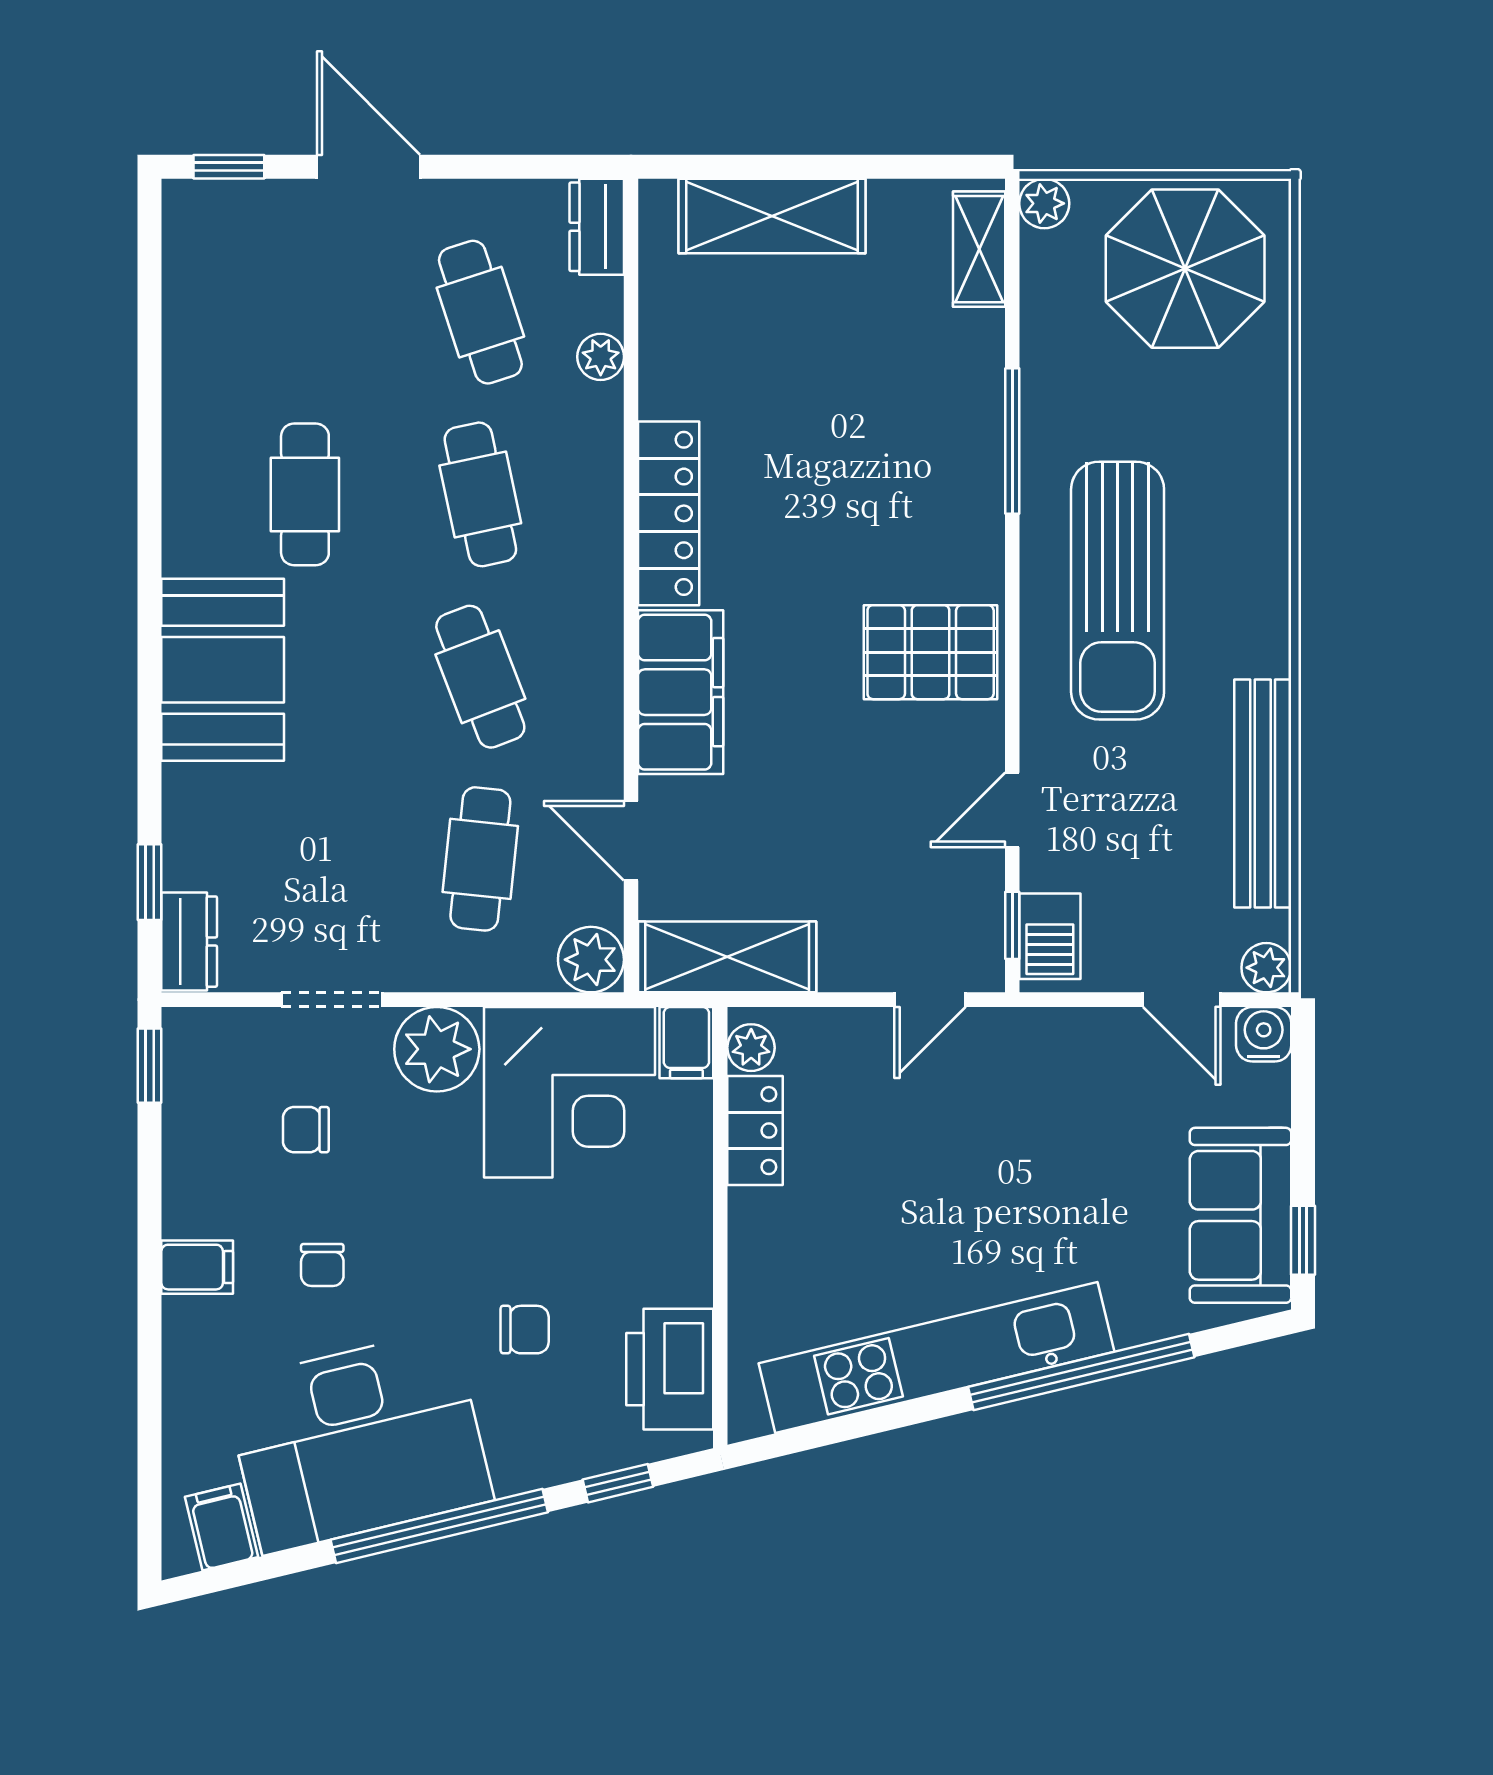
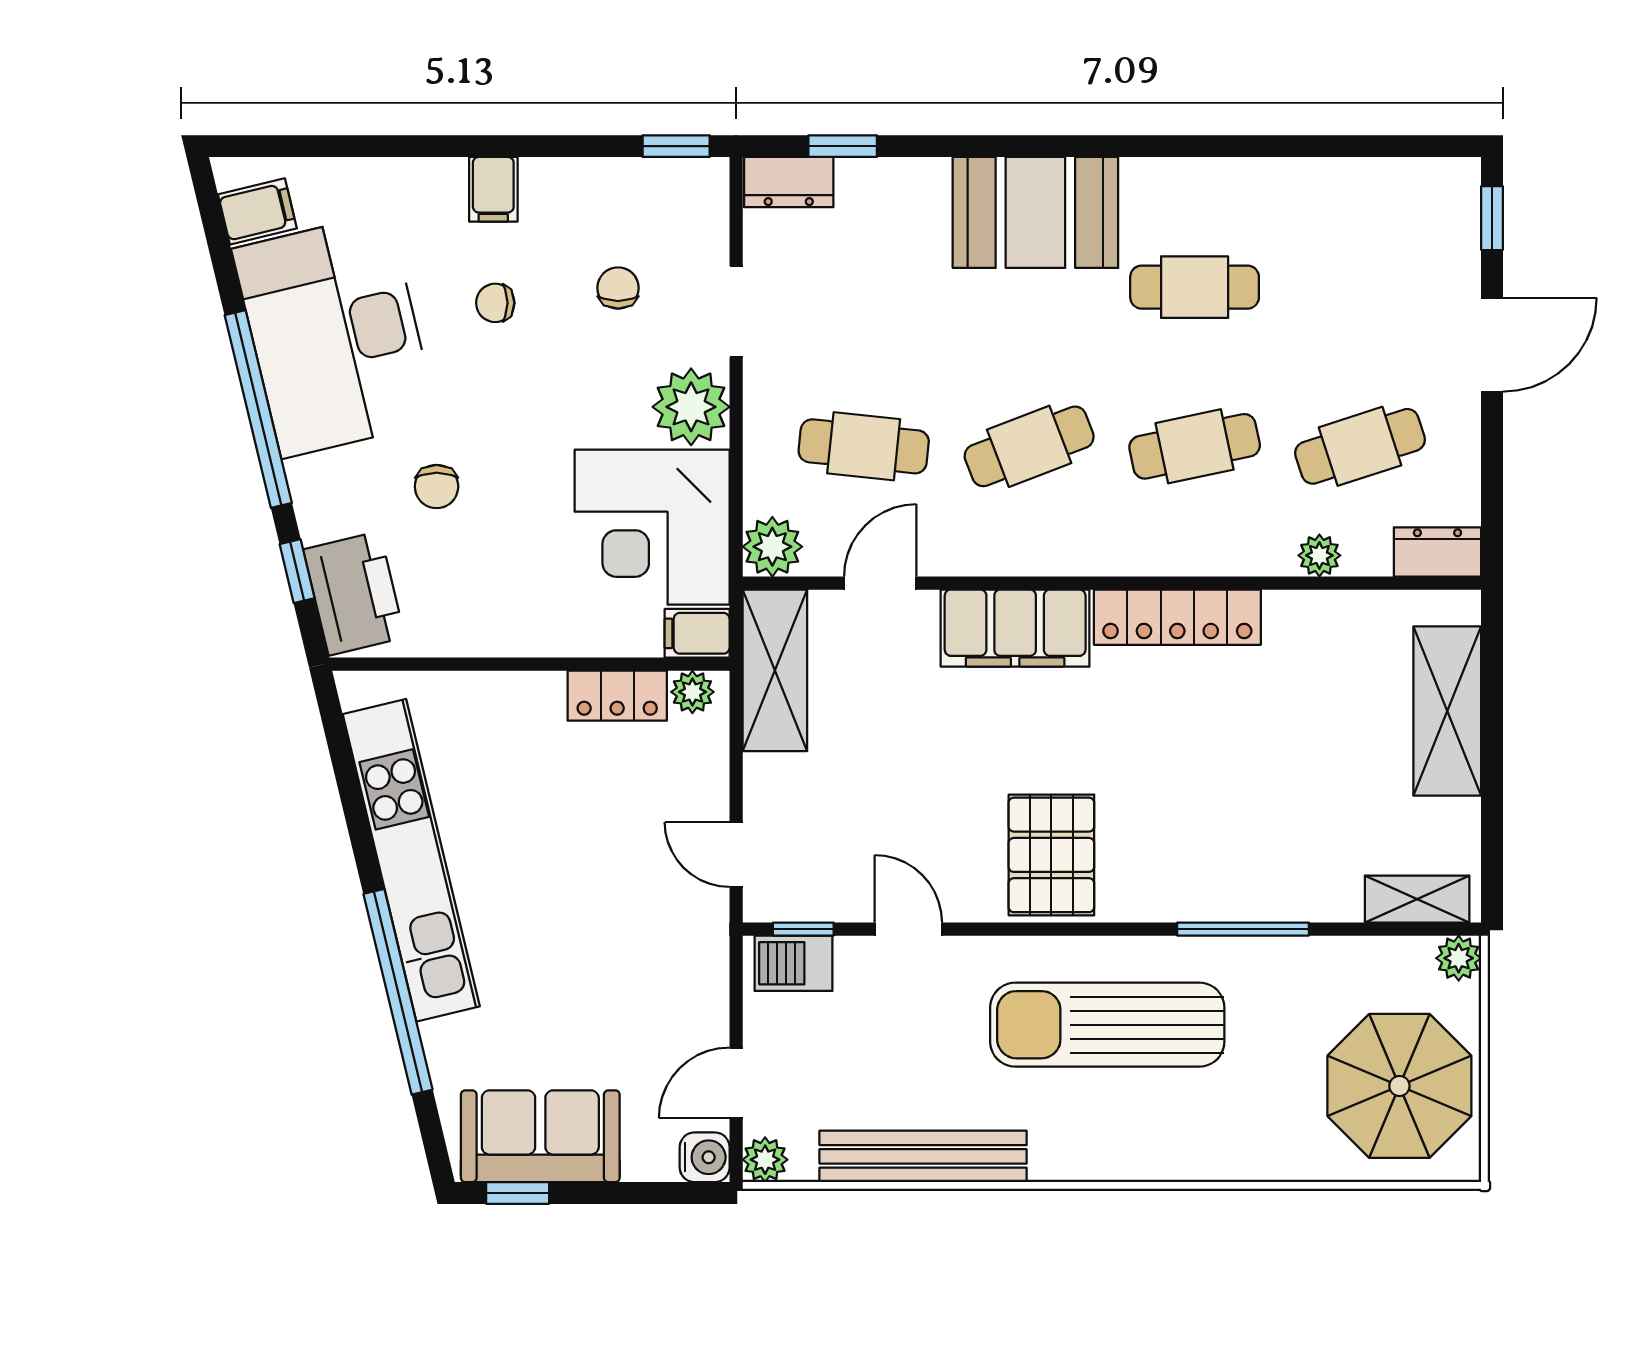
printer: (670, 1369) -> (354, 593), moved, turned 77

